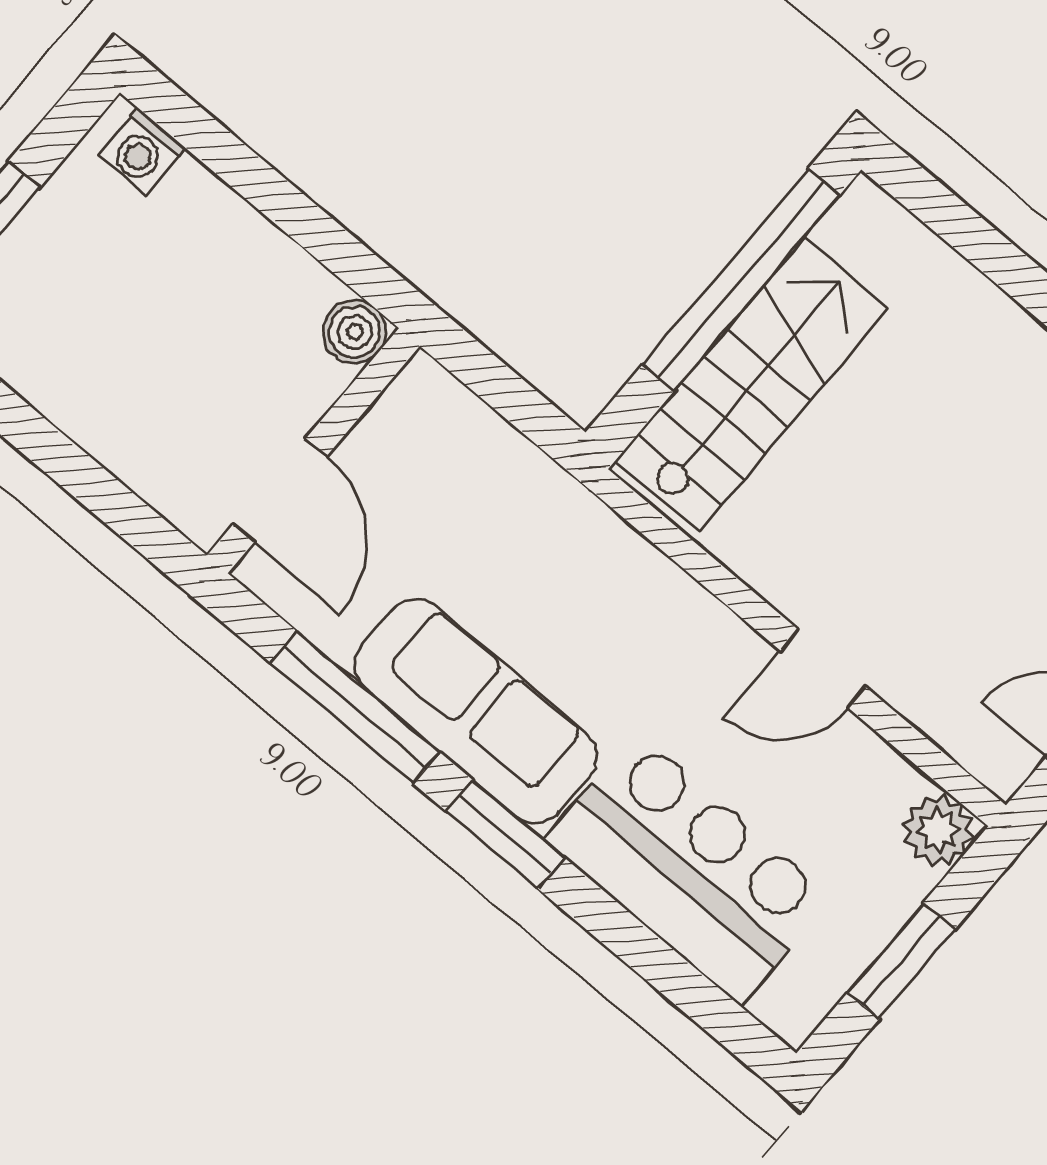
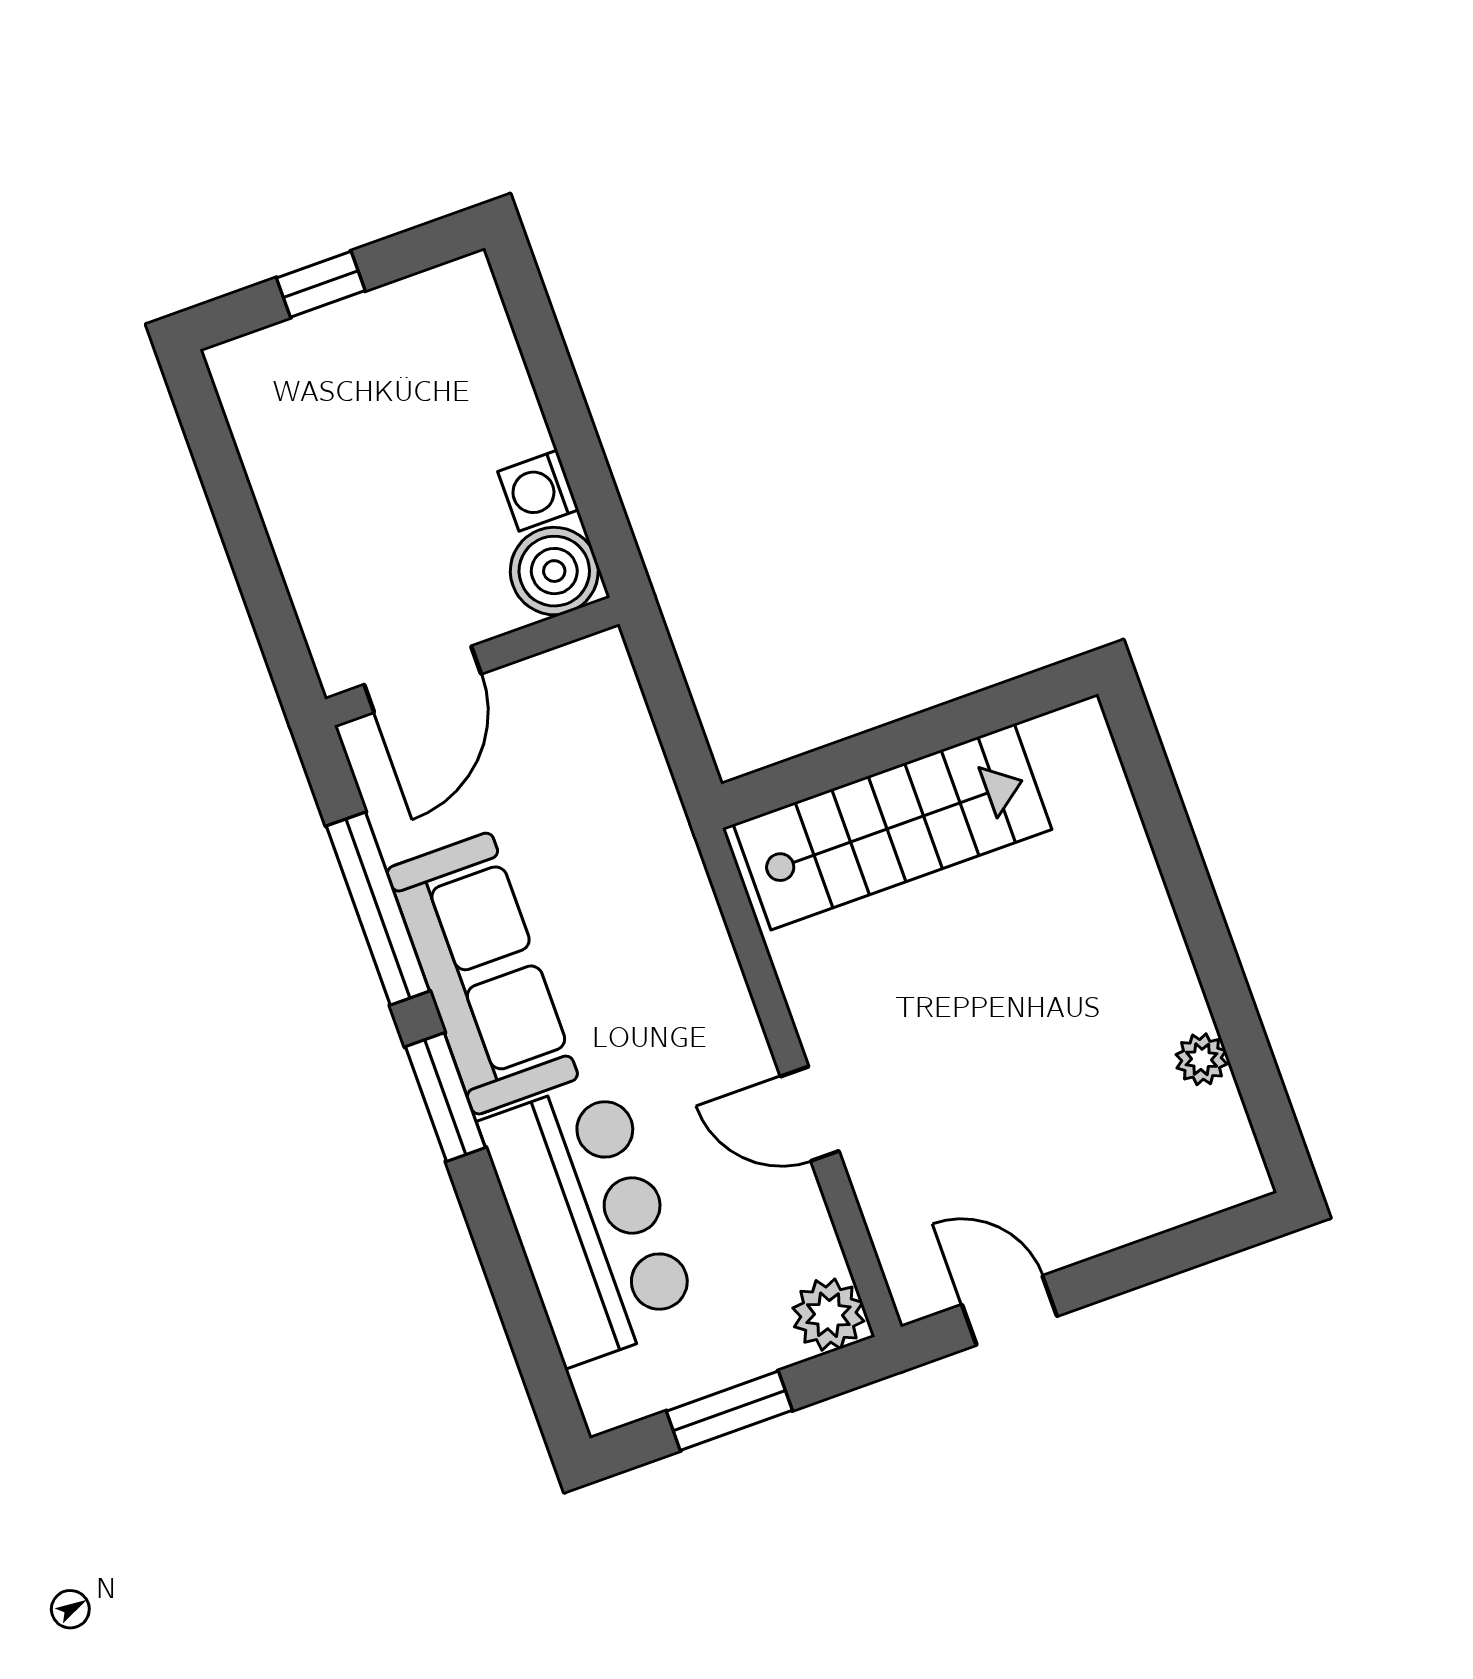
washing machine: (142, 152) -> (538, 491), moved
window: (741, 280) -> (936, 730), removed
boiler: (355, 332) -> (554, 571), width x1.36, depth x1.36

